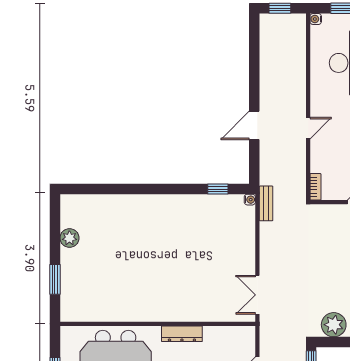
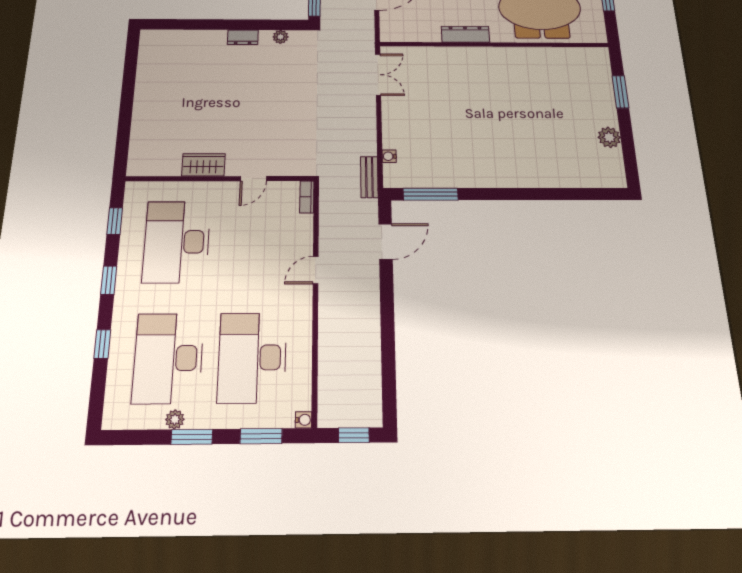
door: (254, 125) -> (386, 241), moved
window: (218, 189) -> (431, 194), width x2.17
water cooler: (250, 200) -> (389, 156), moved
plant: (334, 325) -> (281, 37), width x0.53, depth x0.53

